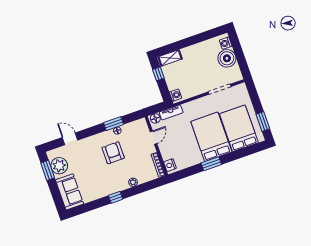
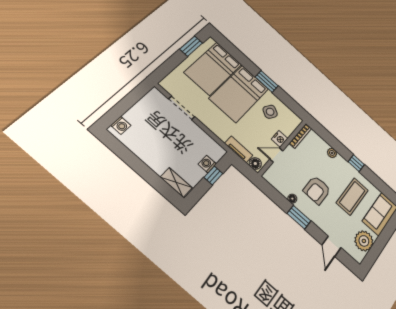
boiler: (227, 58) -> (139, 116), removed
window: (158, 74) -> (213, 175), moved
washing machine: (176, 95) -> (207, 164), moved
window: (113, 124) -> (299, 217), moved
side table: (187, 152) -> (270, 112), added
nightstand: (170, 165) -> (280, 139), moved
window: (48, 170) -> (376, 251), removed
coffee table: (94, 178) -> (352, 196), added

